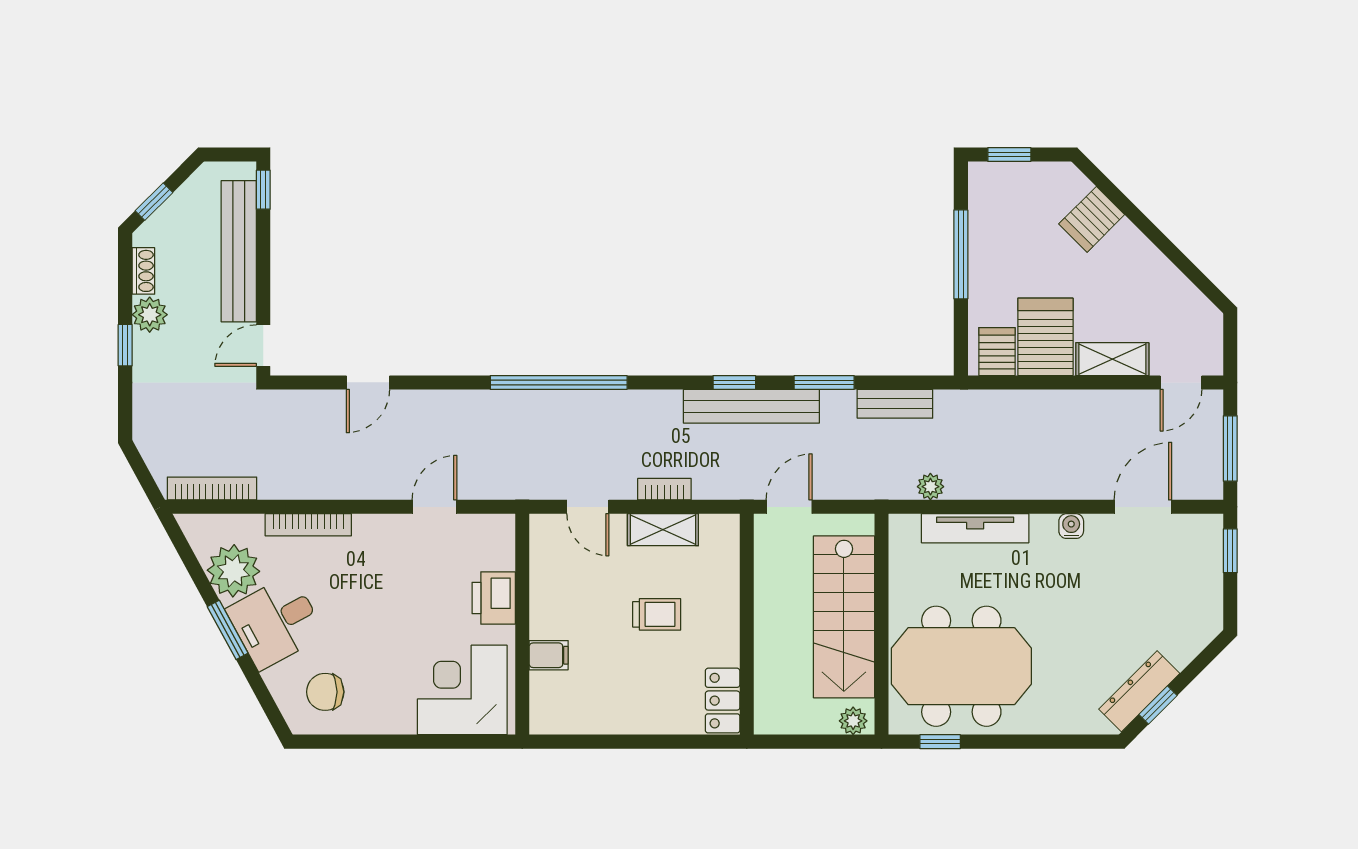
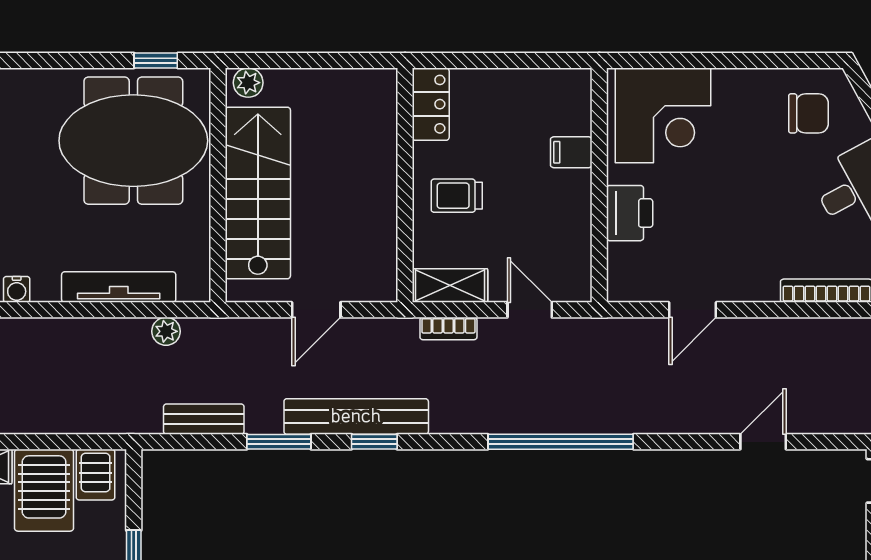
wall: (747, 624) -> (405, 185), moved
locker: (723, 701) -> (431, 104), moved

